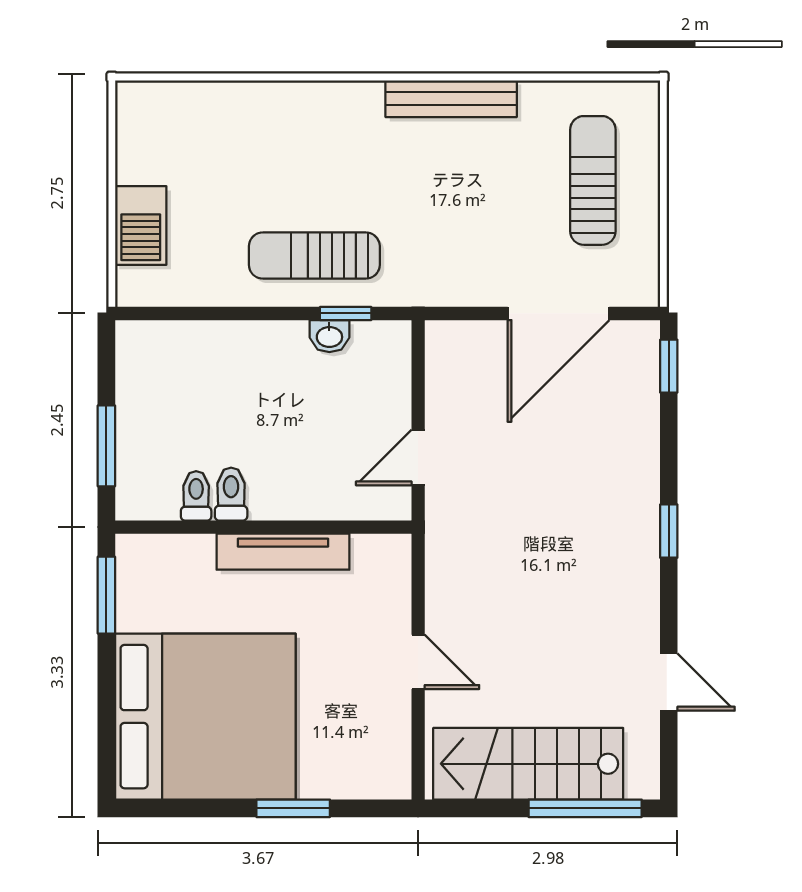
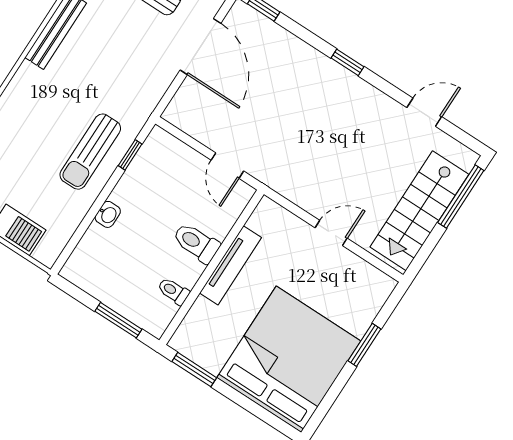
washbasin: (329, 336) -> (108, 214), moved
toilet: (231, 494) -> (196, 243), moved, width x1.37, depth x1.39

